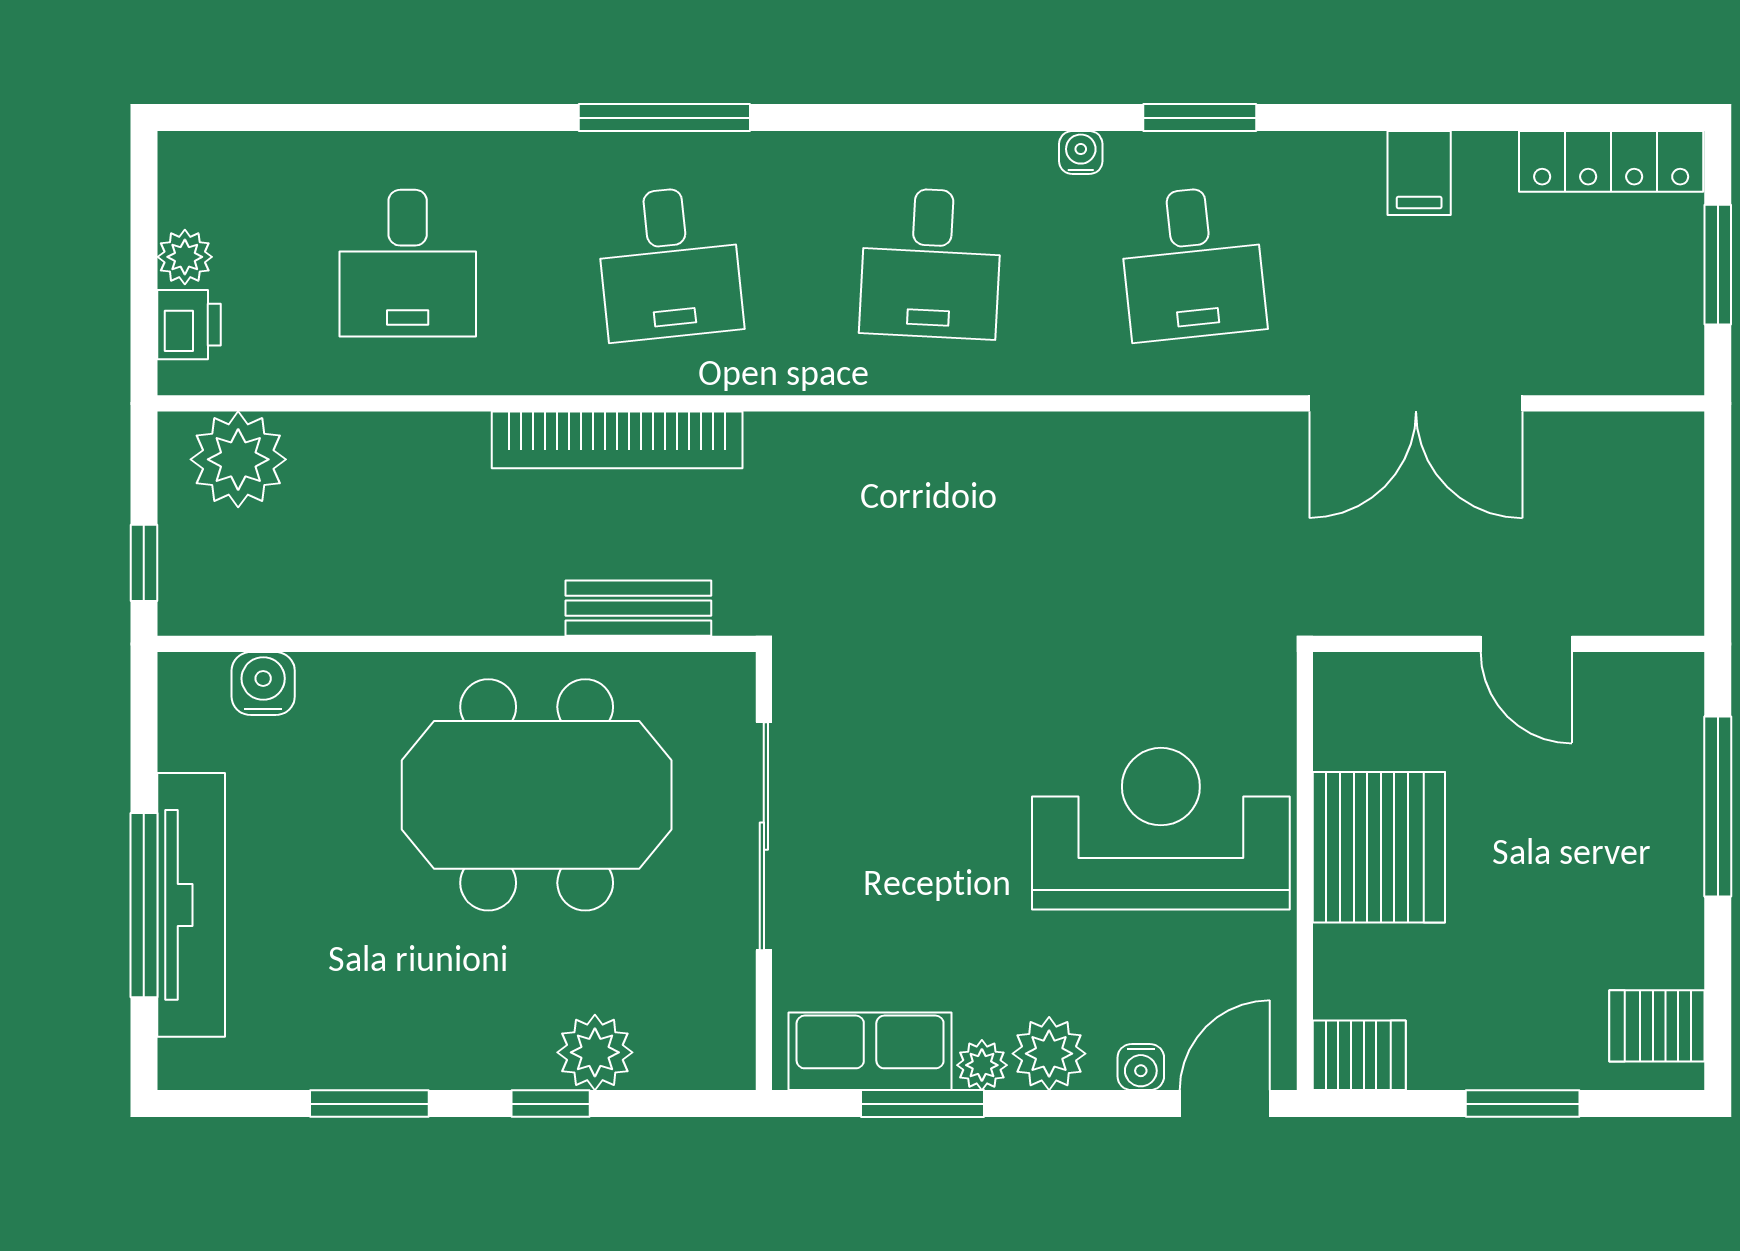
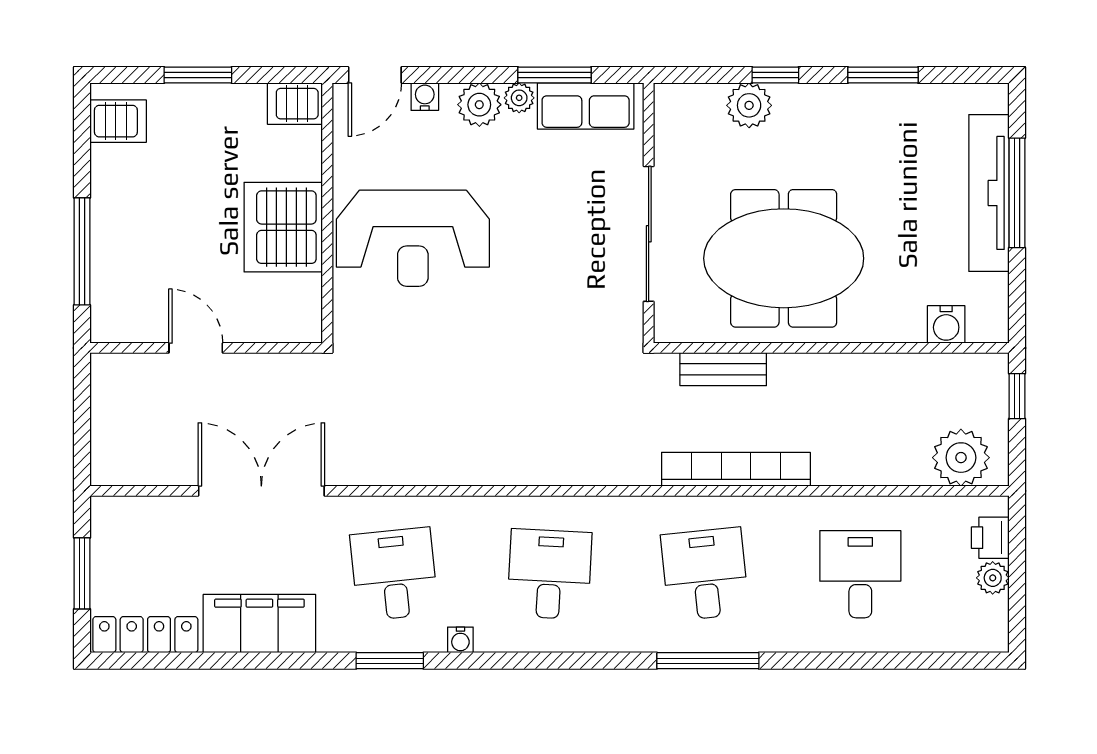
filing cabinet: (1419, 173) -> (259, 624), width x3.00, depth x1.17

